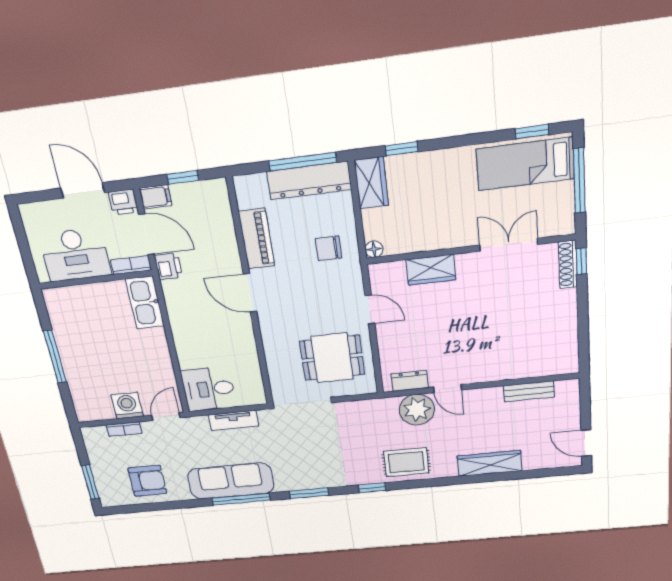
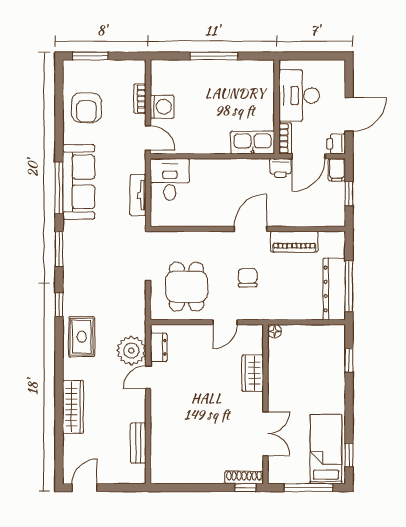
wardrobe: (371, 183) -> (327, 335), removed
chair: (329, 248) -> (248, 278), moved

